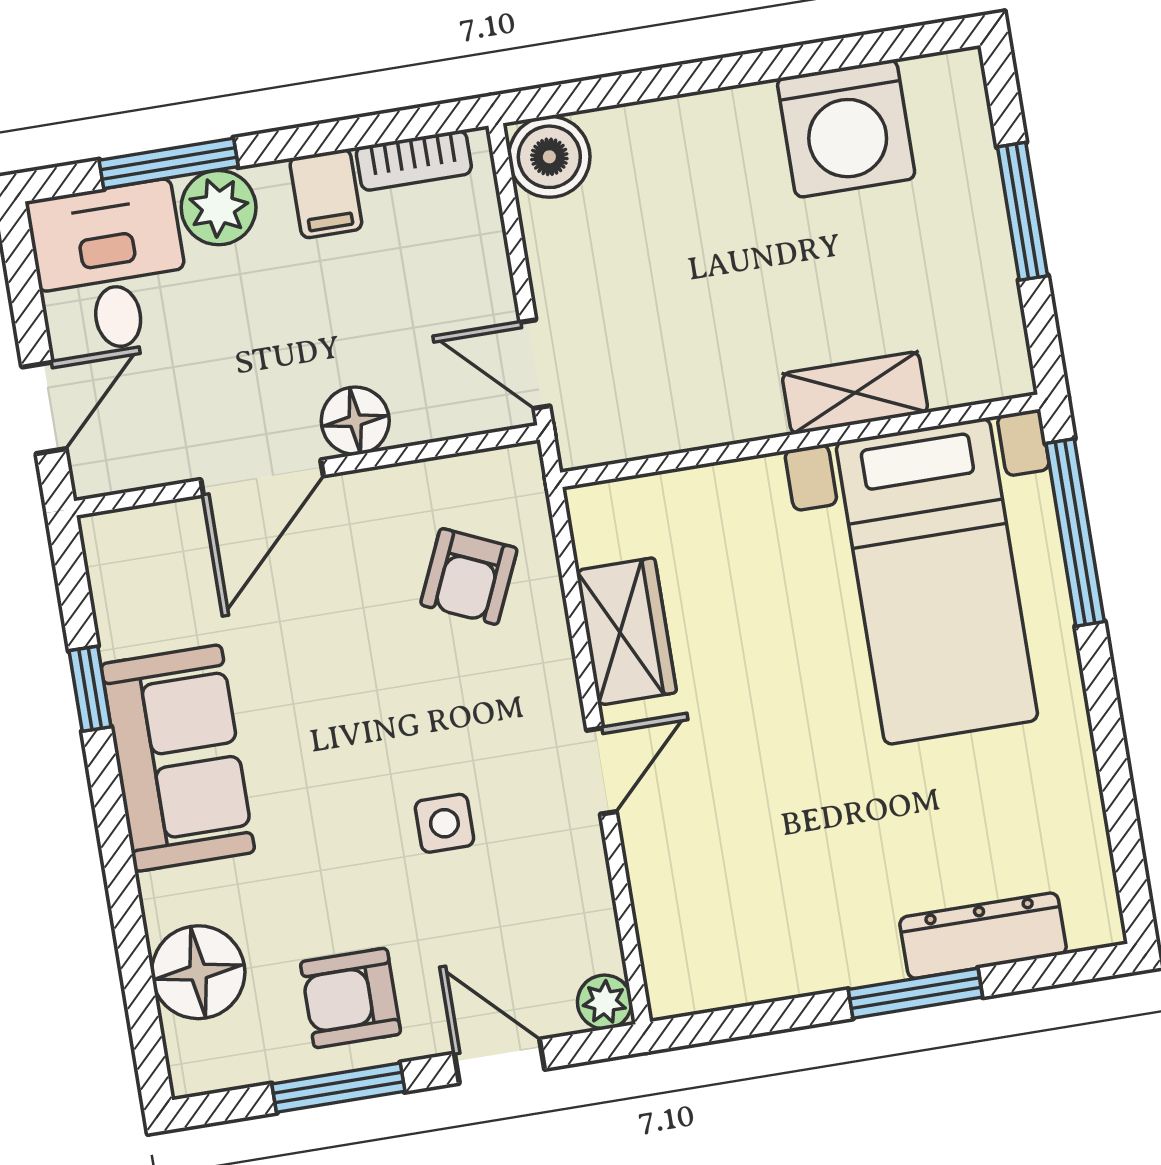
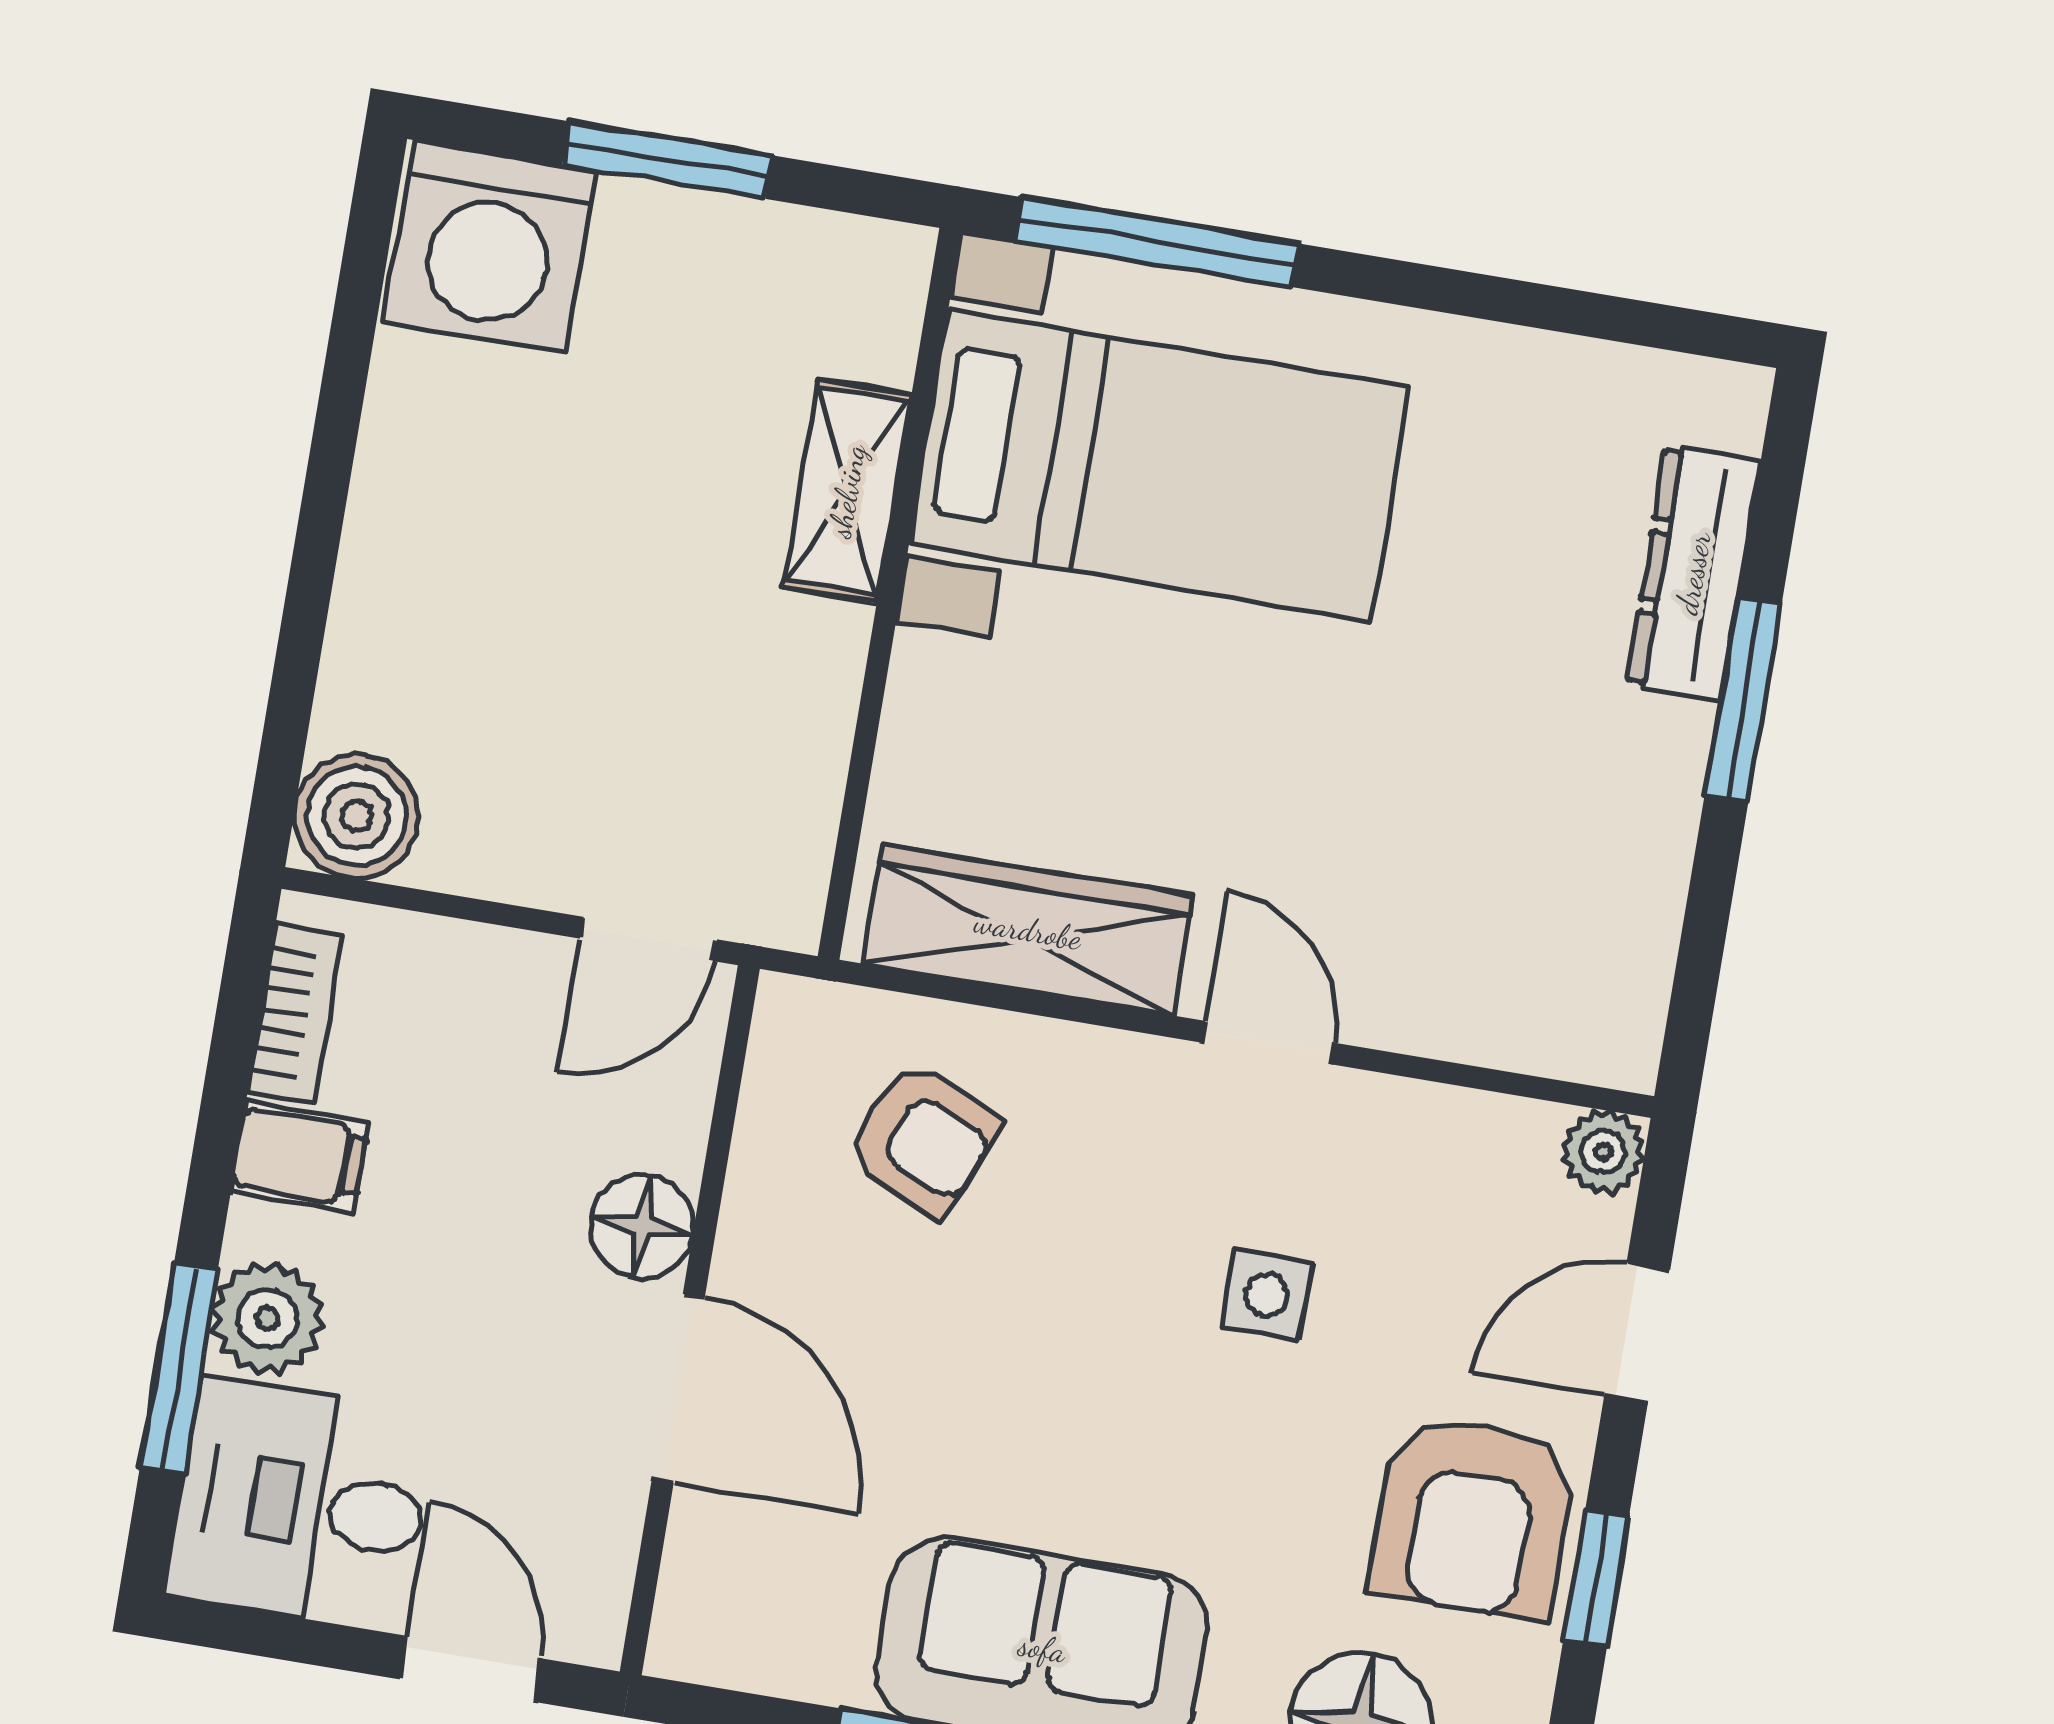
washing machine: (846, 129) -> (490, 247), moved, turned 90
wardrobe: (626, 631) -> (1028, 930), width x1.50
armchair: (351, 998) -> (1473, 1516), width x1.38, depth x1.38
window: (338, 1088) -> (1596, 1578), width x0.67

